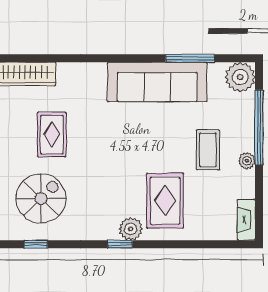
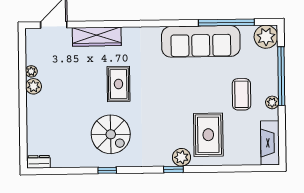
window: (190, 58) -> (226, 22), width x1.46
spiral stairs: (41, 198) -> (111, 134), turned 90
fireplace: (246, 220) -> (270, 143), width x1.37, depth x1.32

